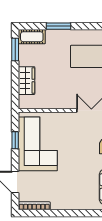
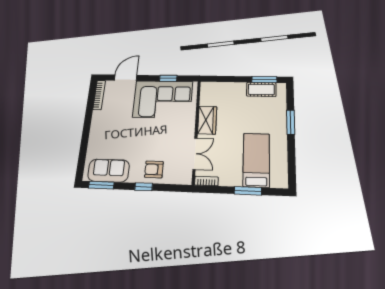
cot: (32, 37) -> (261, 89), moved, turned 90
wardrobe: (27, 81) -> (207, 120), moved, turned -90

